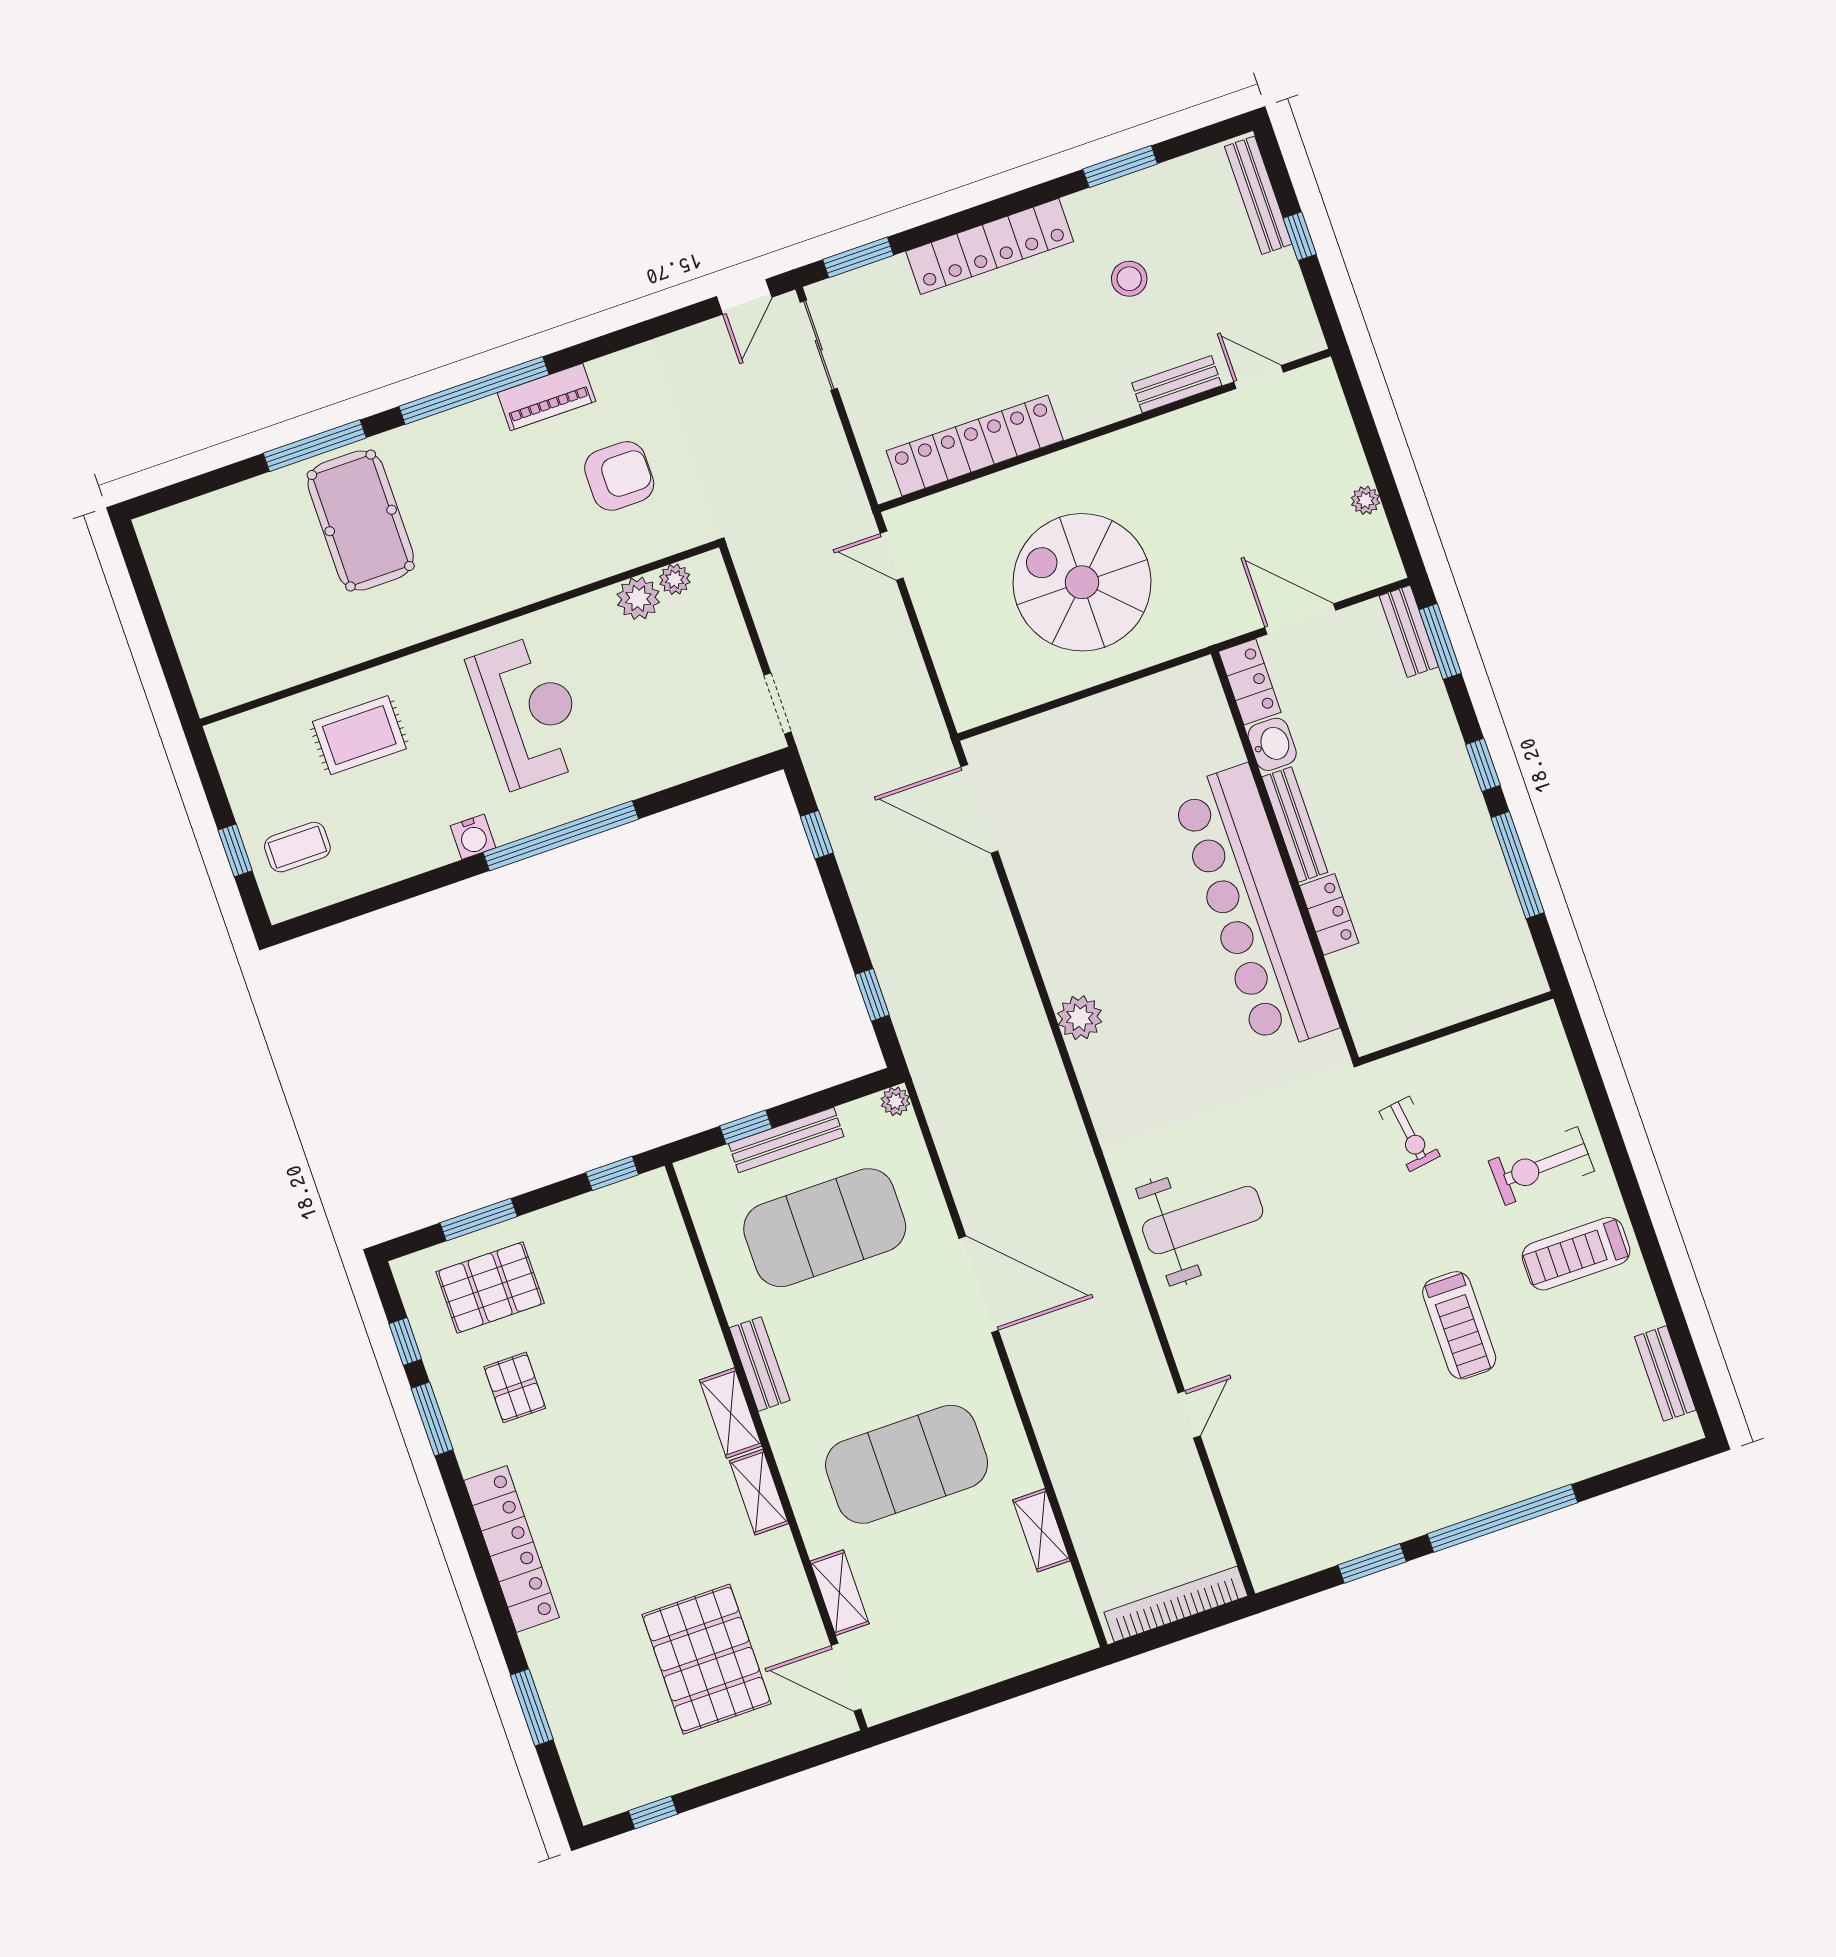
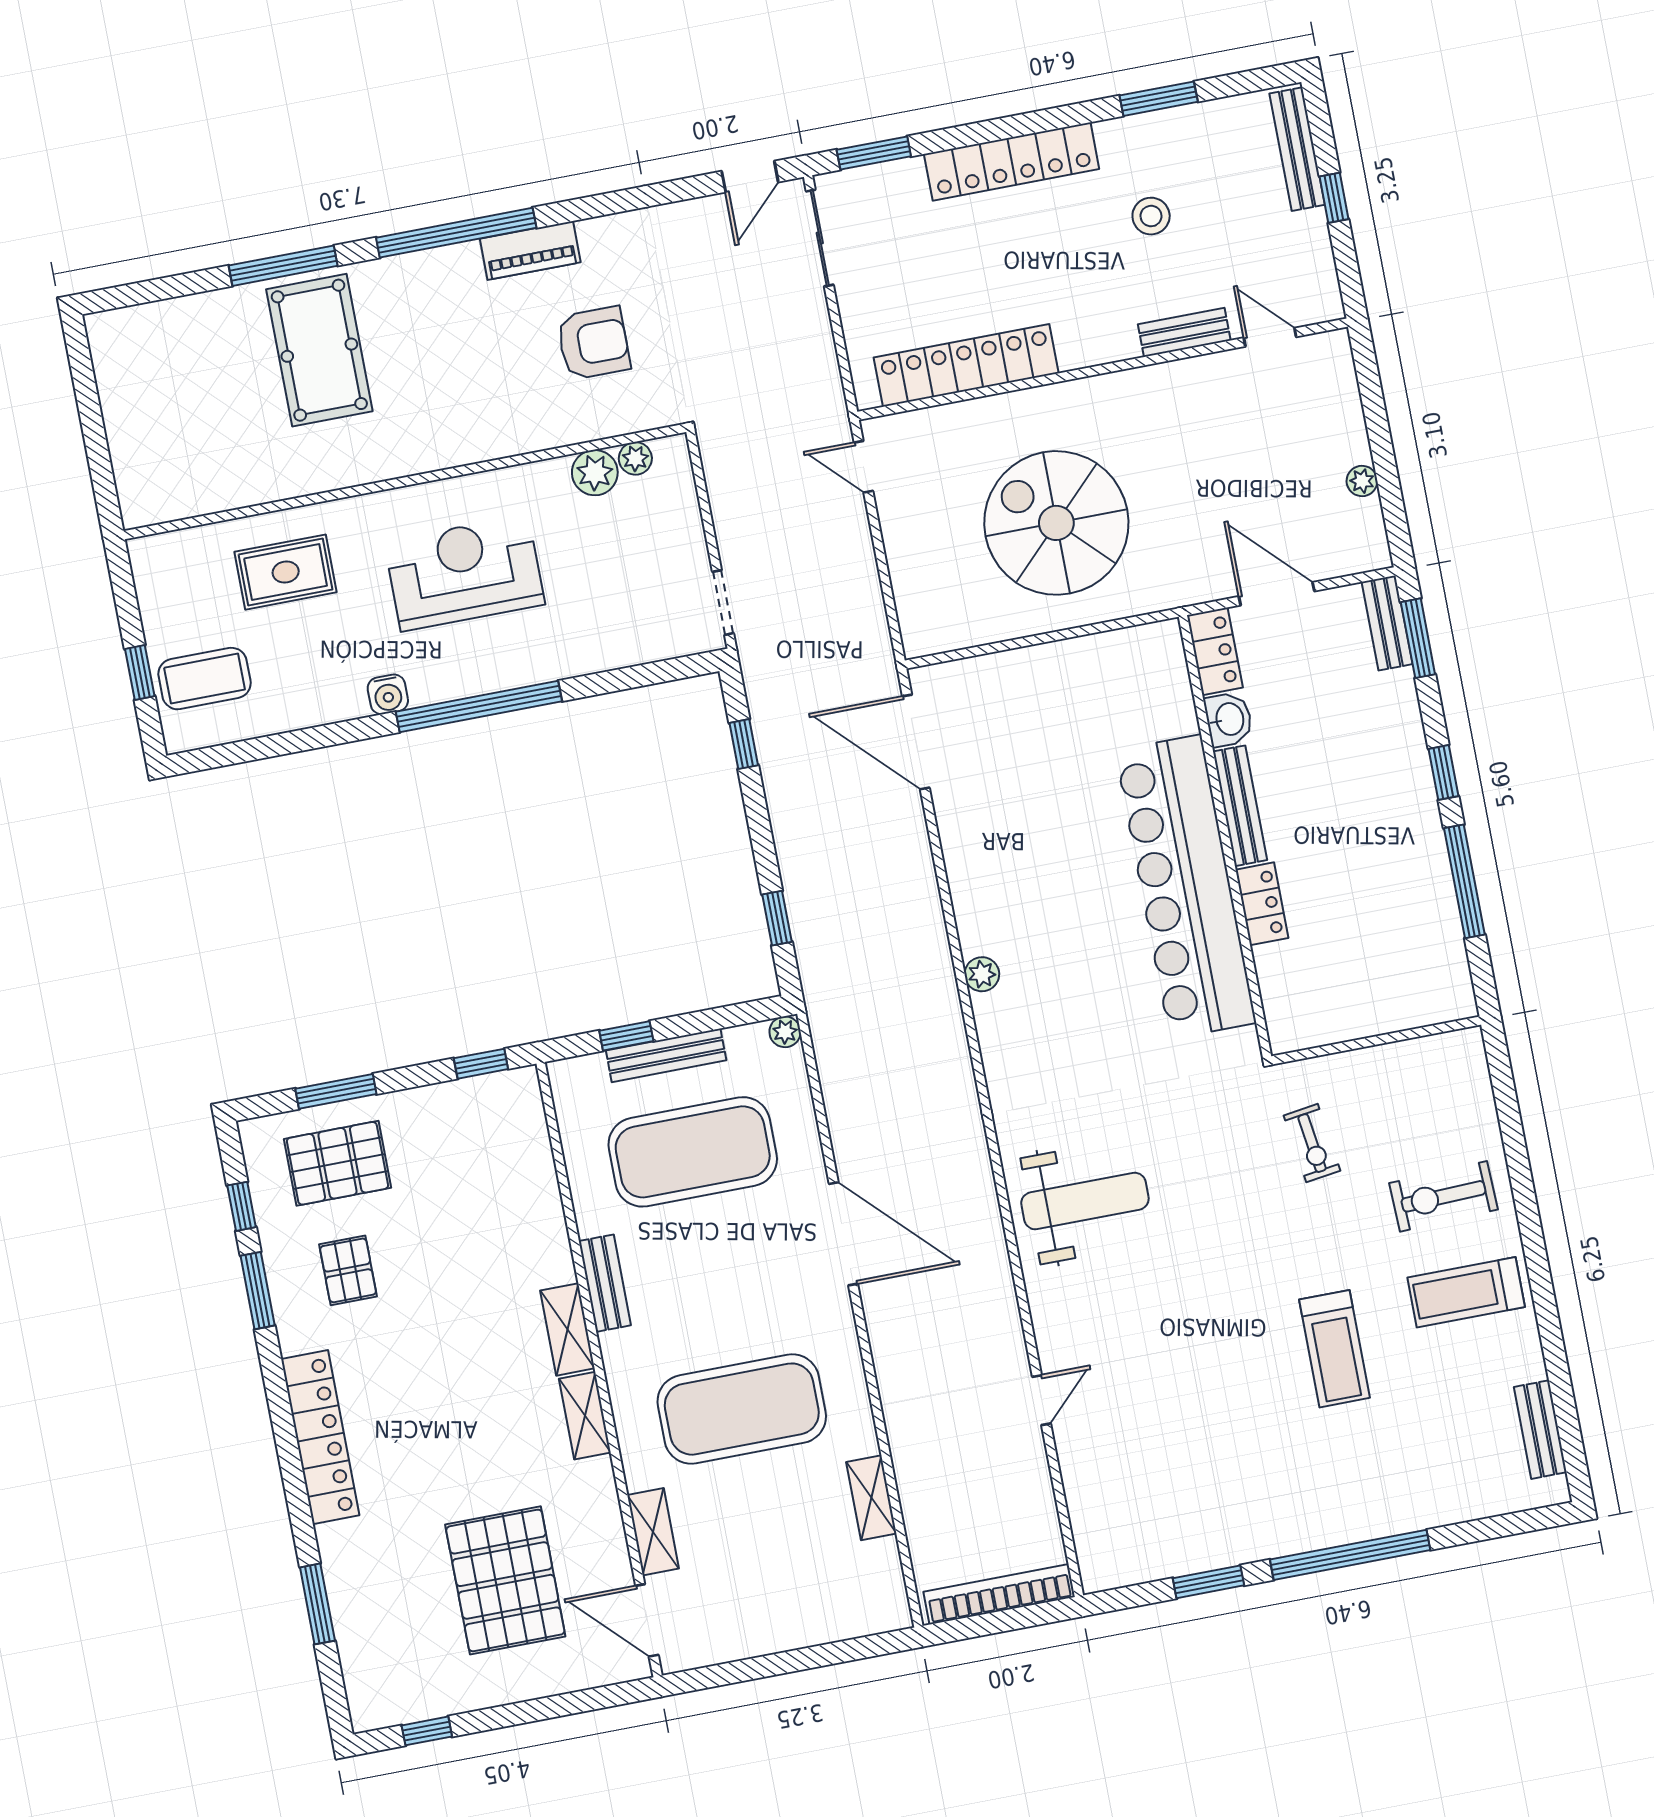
reception desk: (529, 711) -> (464, 573), turned -90
coffee table: (297, 847) -> (205, 679), width x1.36, depth x1.30
plant: (1080, 1018) -> (982, 974), width x0.73, depth x0.73

